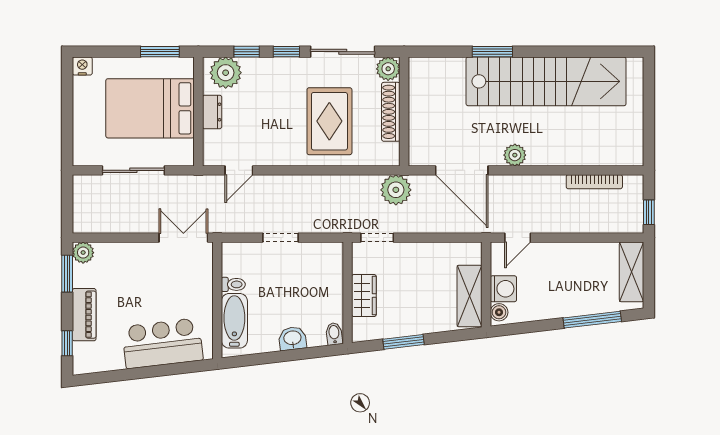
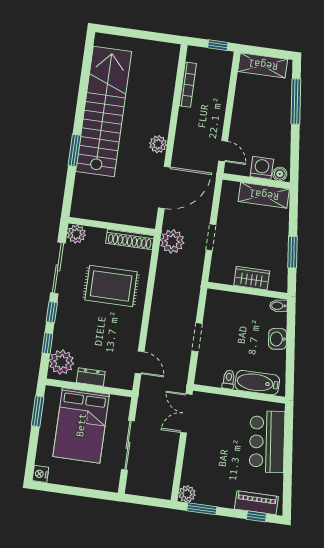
shoe rack: (391, 112) -> (130, 239), moved
doorway: (377, 238) -> (211, 237), moved
piano: (84, 315) -> (256, 503), moved

